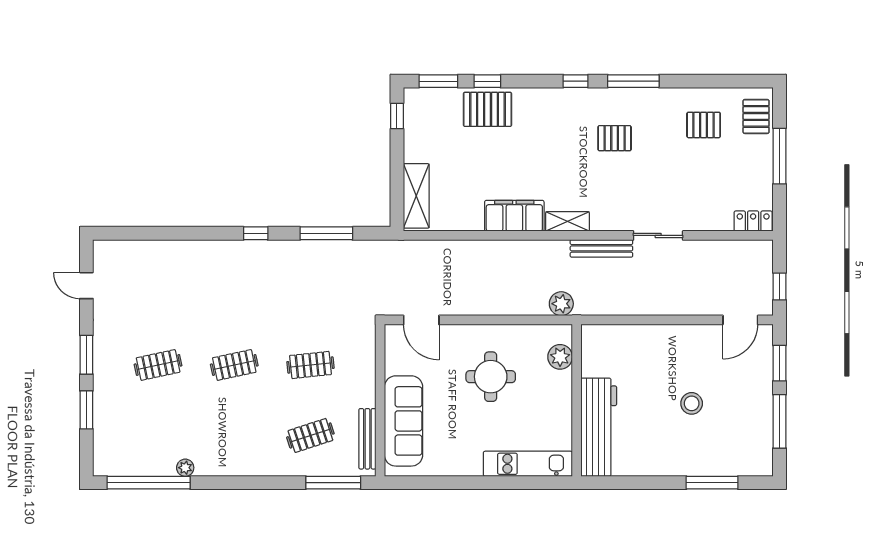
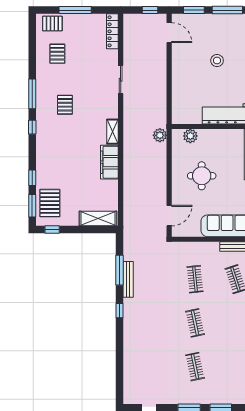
pallet: (488, 109) -> (50, 203), moved
locker: (753, 221) -> (112, 31), width x1.53
bench: (601, 248) -> (128, 279), moved

